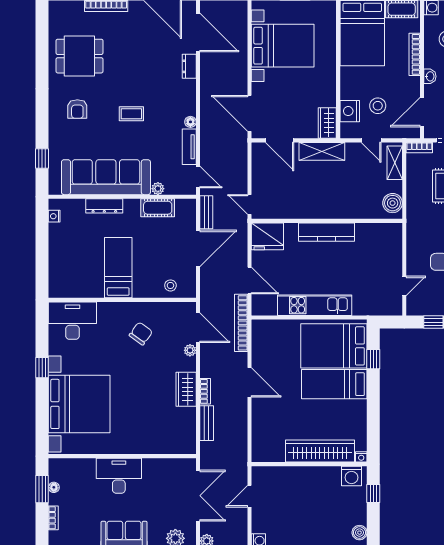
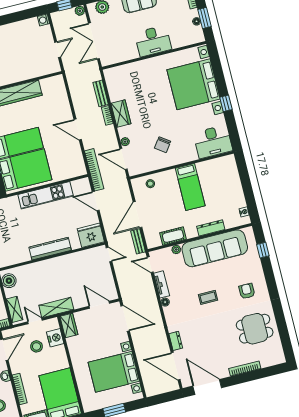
shelving: (322, 151) -> (56, 307), moved

